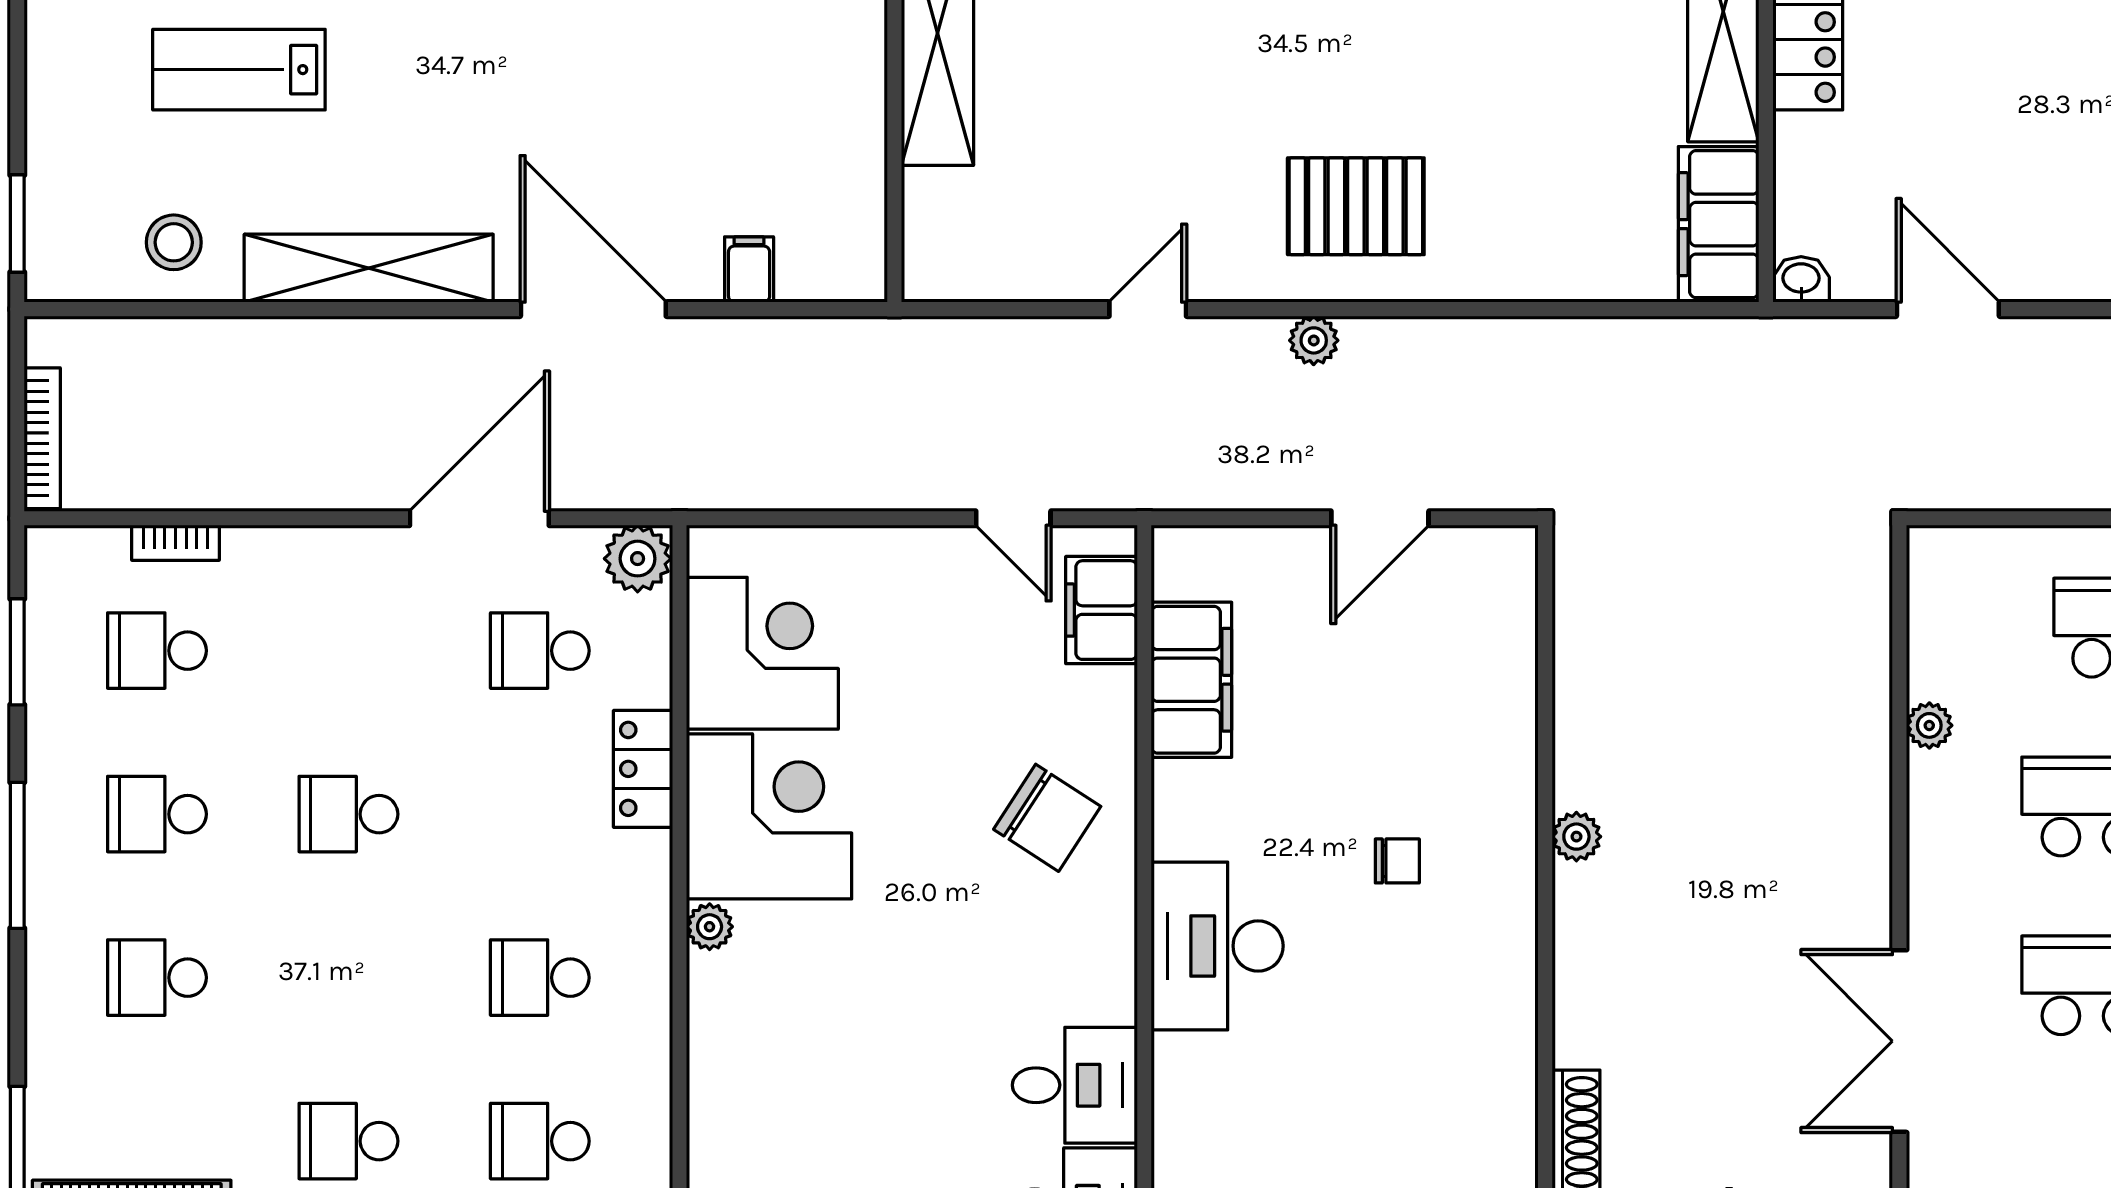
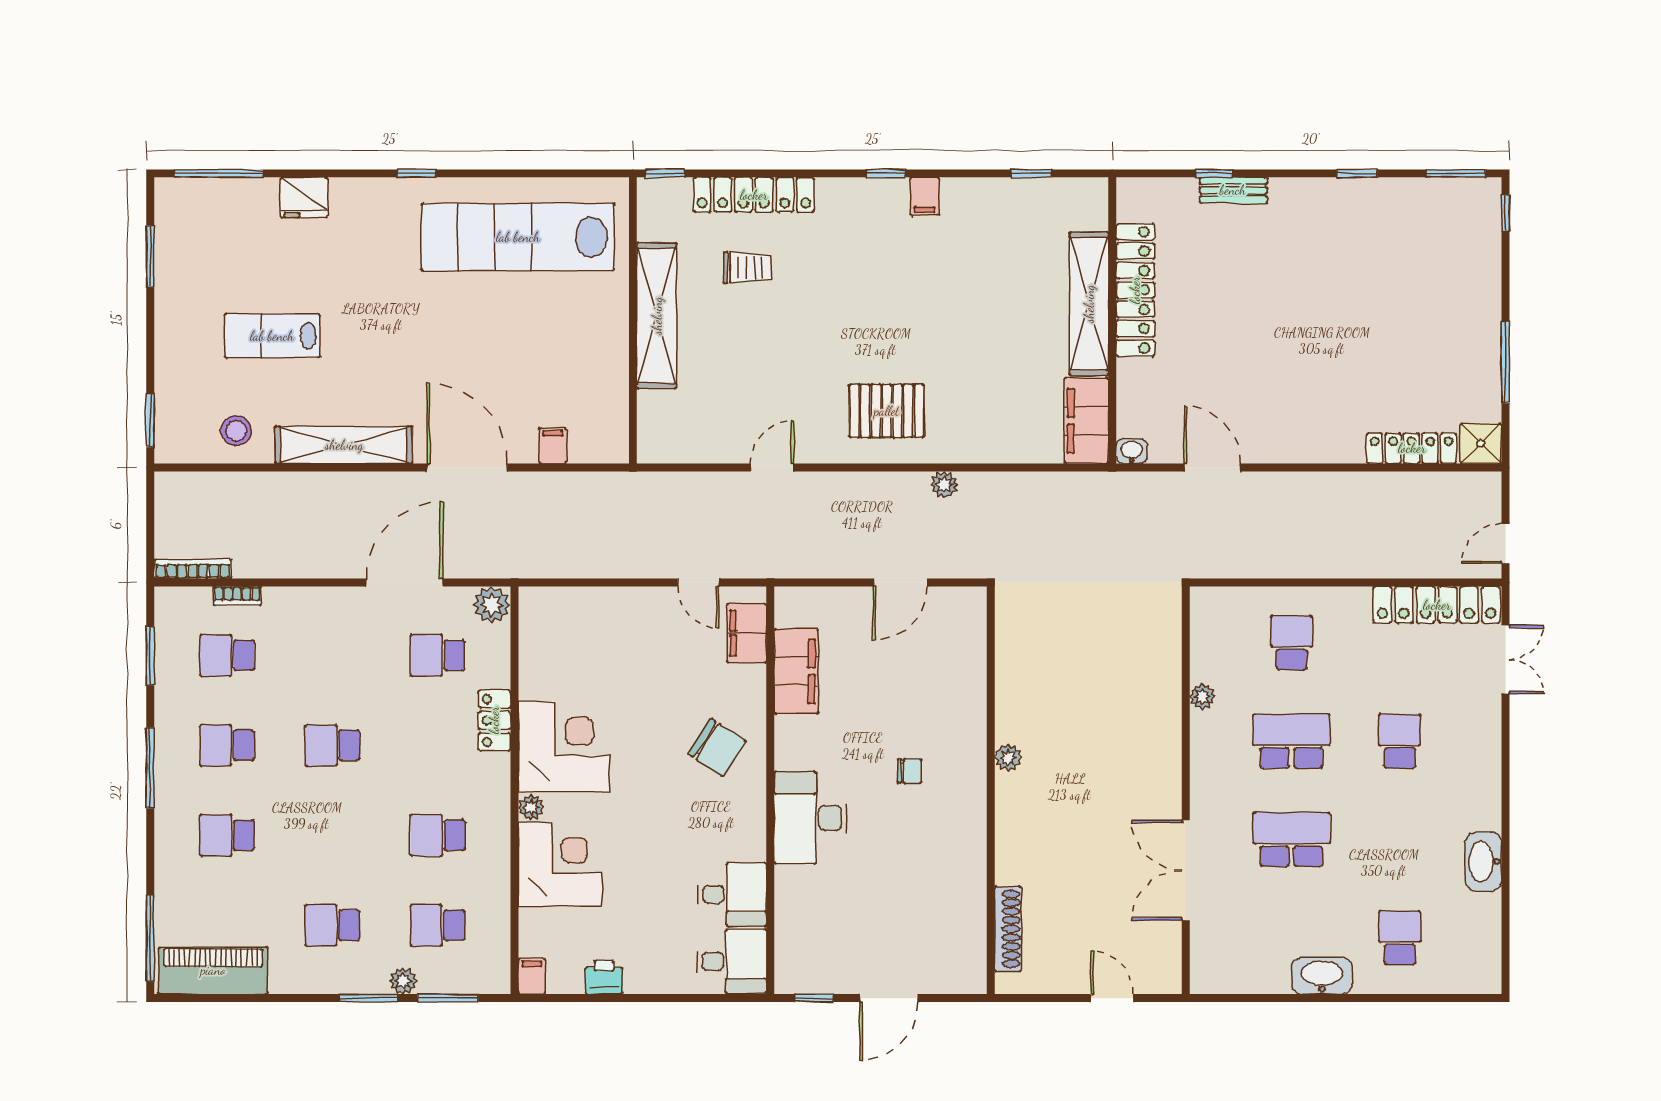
plant: (1314, 340) -> (944, 485), moved
bookcase: (42, 438) -> (193, 569), moved, turned -90
corner desk: (762, 653) -> (560, 864), moved

